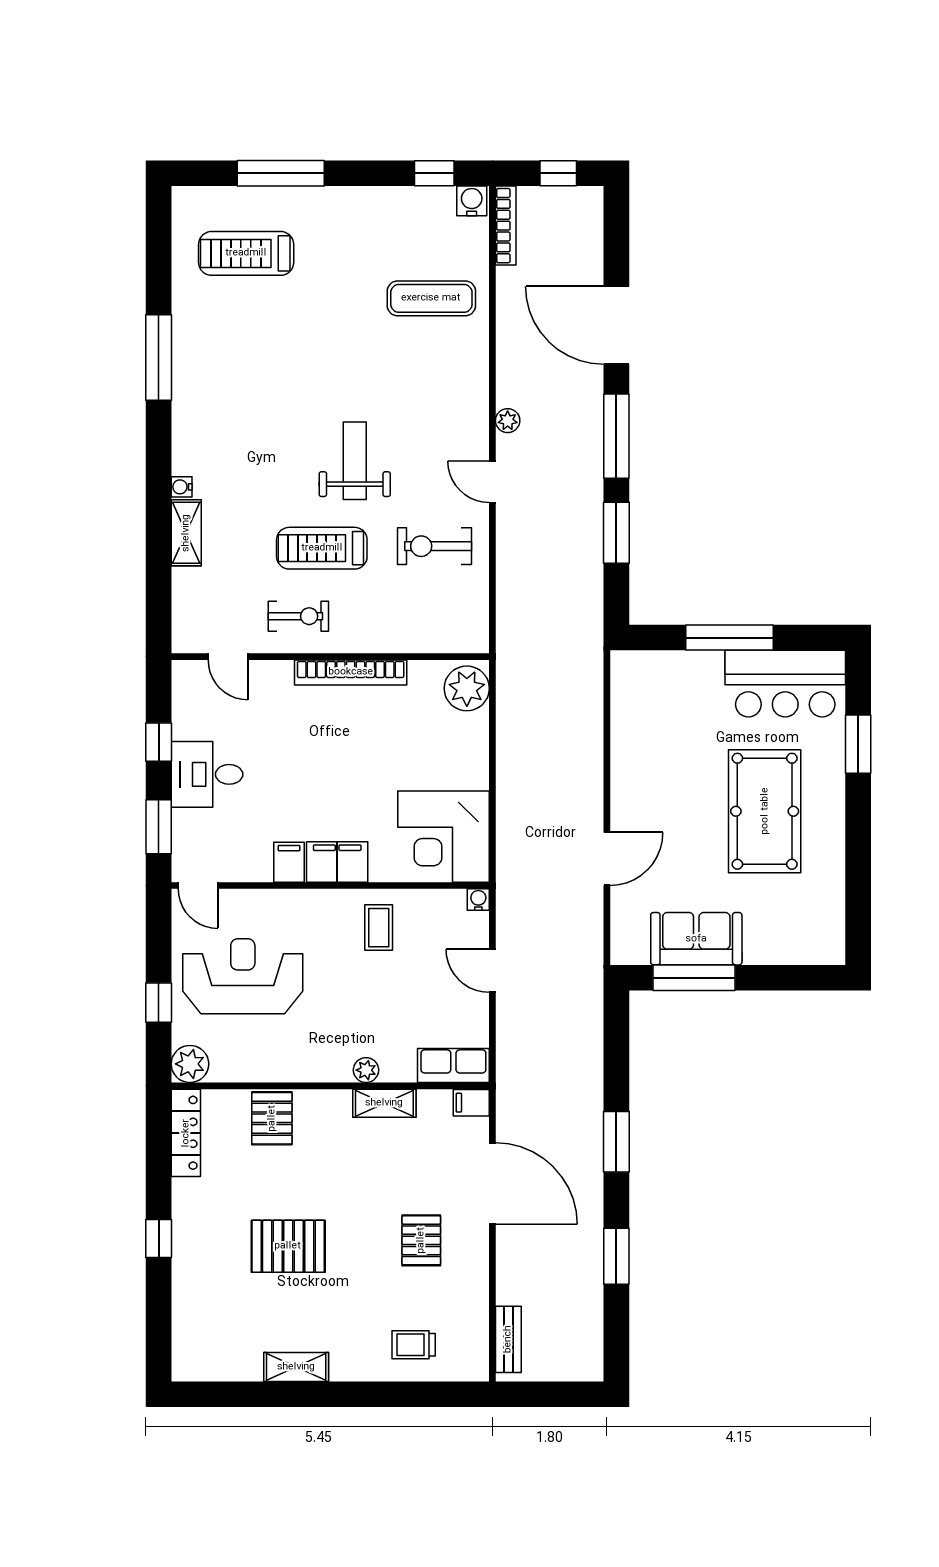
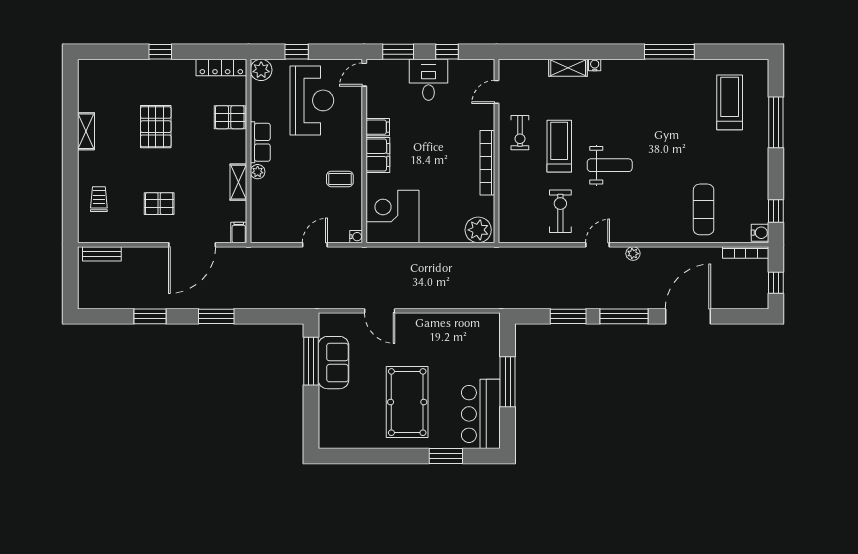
pool table: (765, 811) -> (407, 402), turned 90
row of seats: (453, 1066) -> (260, 142), moved

